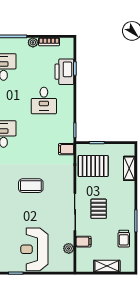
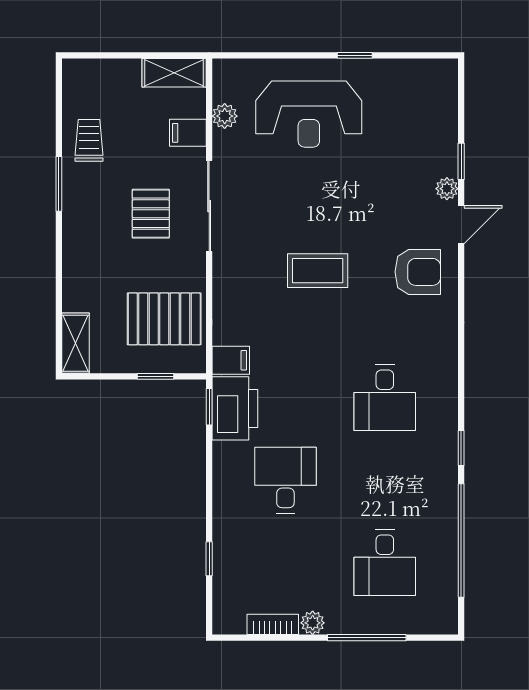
printer: (64, 72) -> (235, 408), moved
shelving: (129, 168) -> (76, 343), moved
reception desk: (34, 249) -> (309, 114), turned 90
shelving: (107, 266) -> (174, 73), moved

